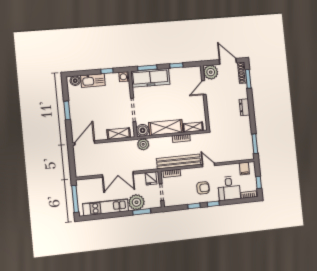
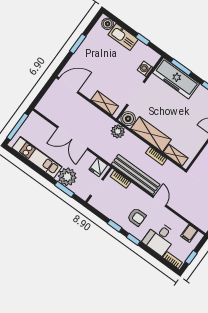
washing machine: (124, 77) -> (145, 69), moved

